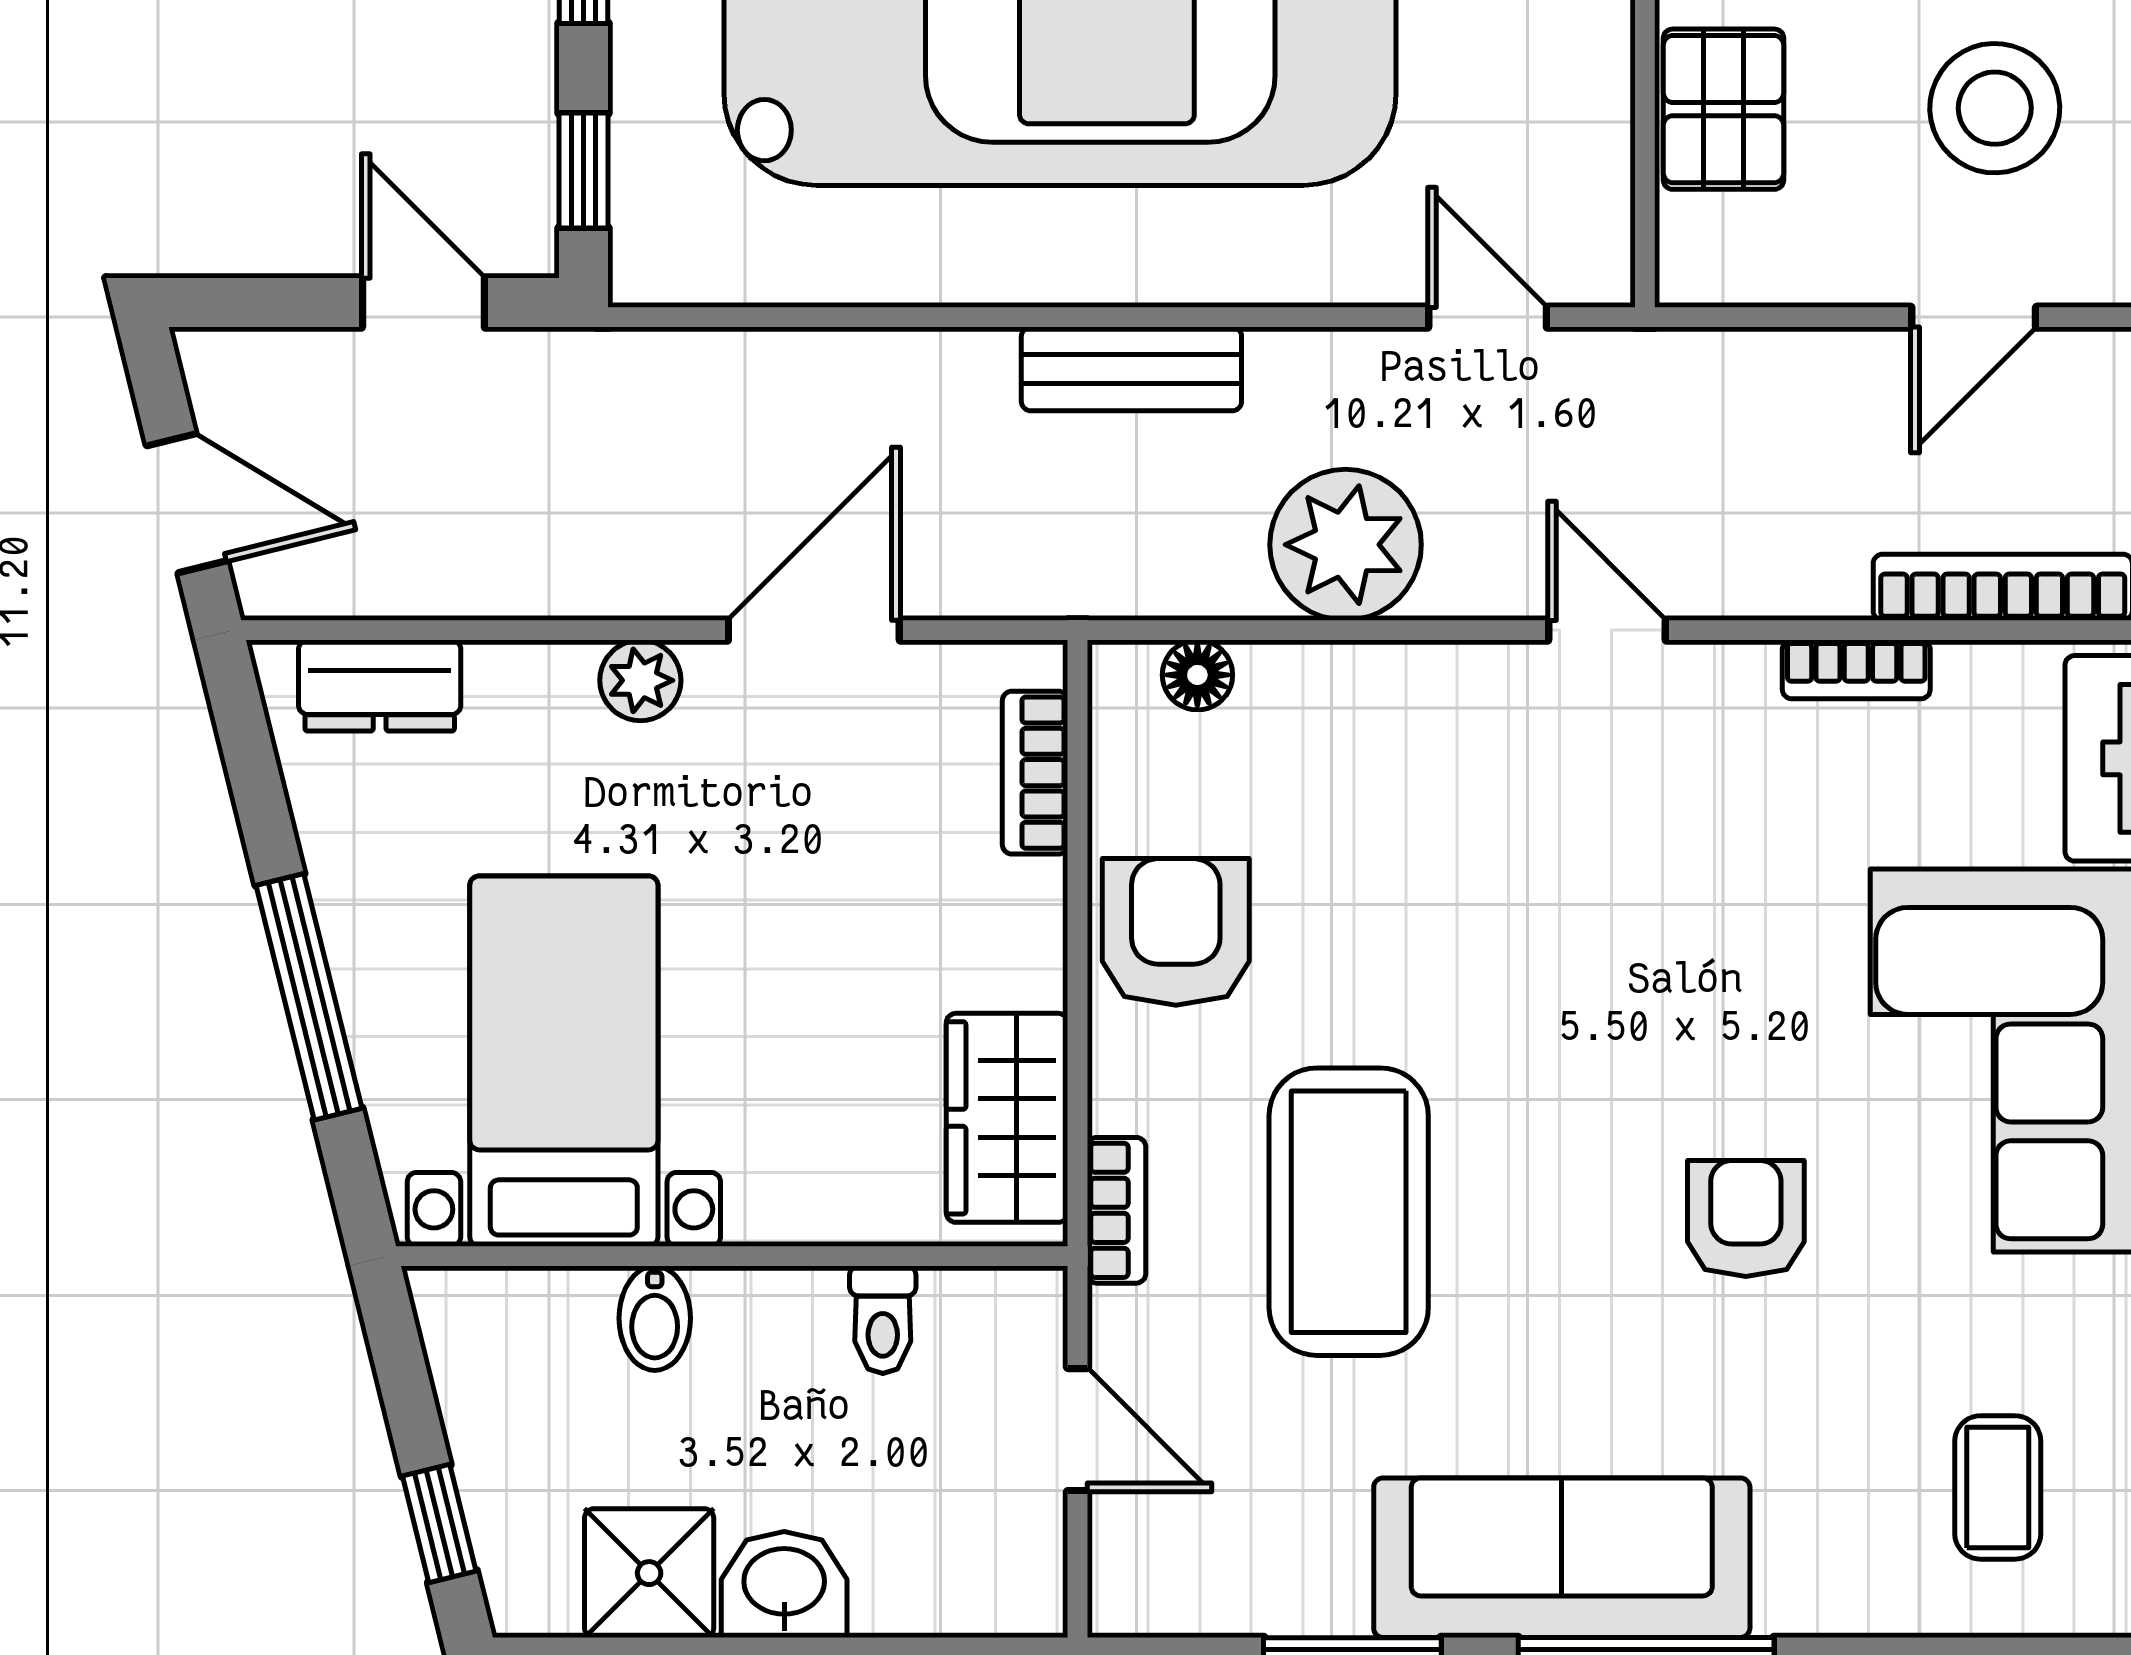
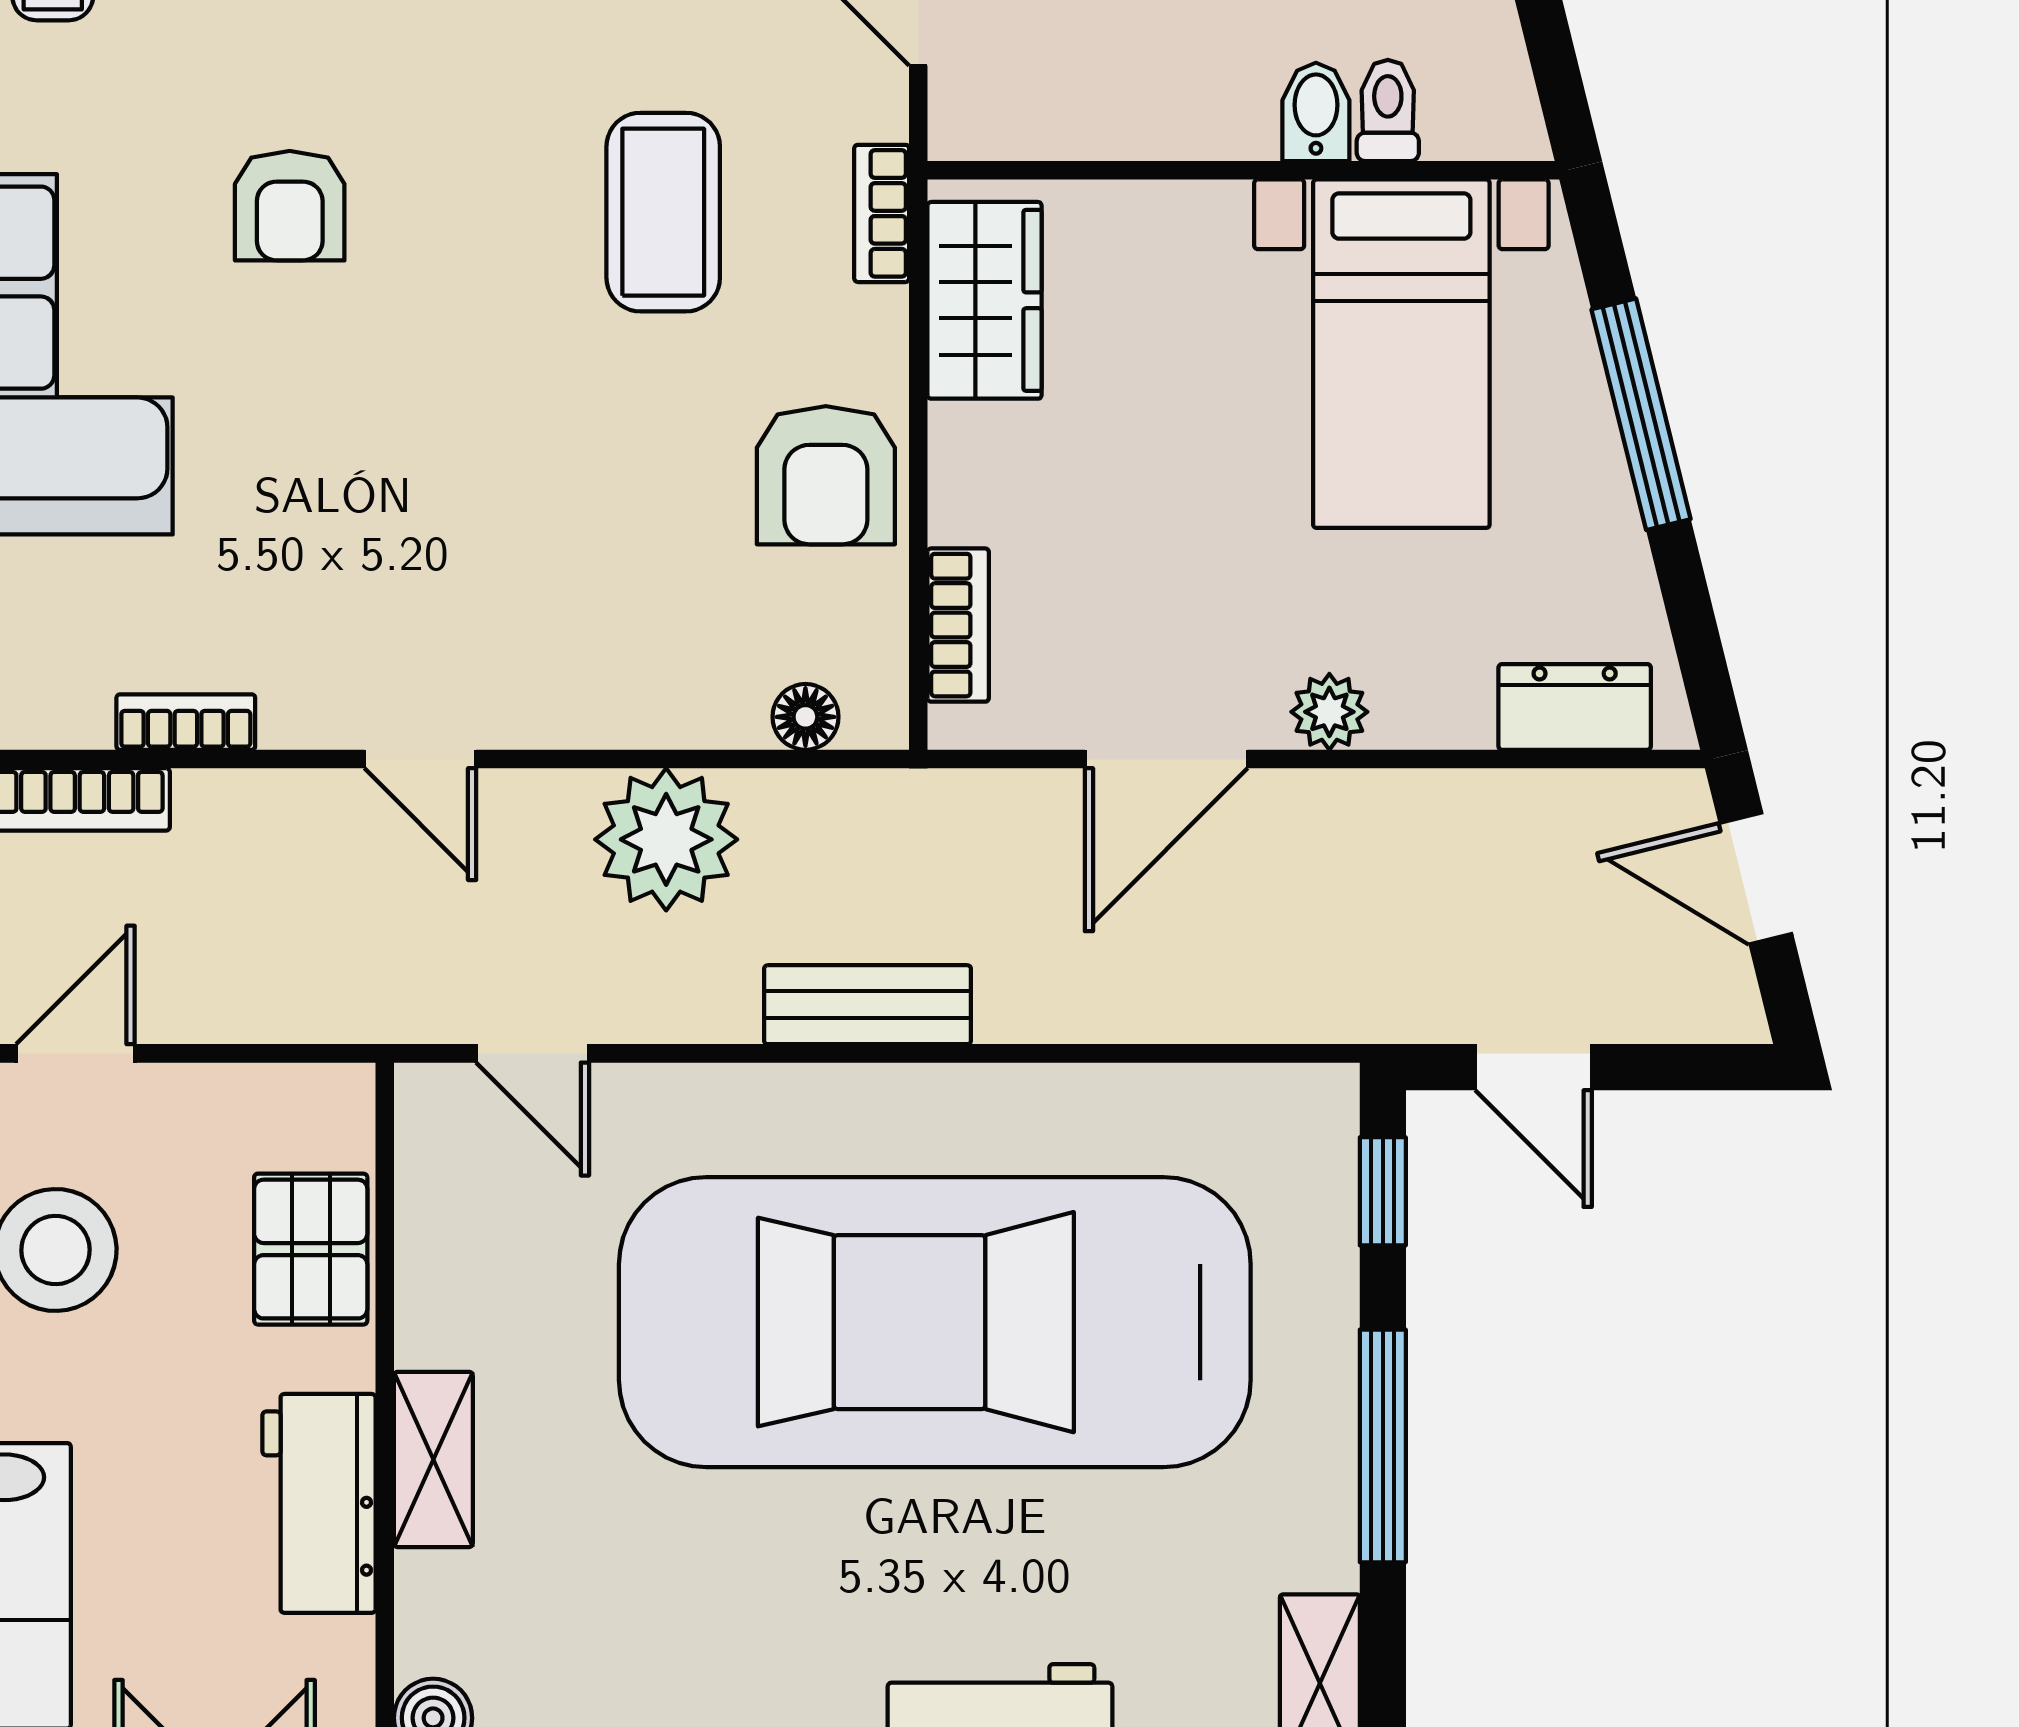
coffee table: (1349, 1212) -> (663, 212), width x0.73, depth x0.76
toilet: (883, 1320) -> (1388, 110), moved

